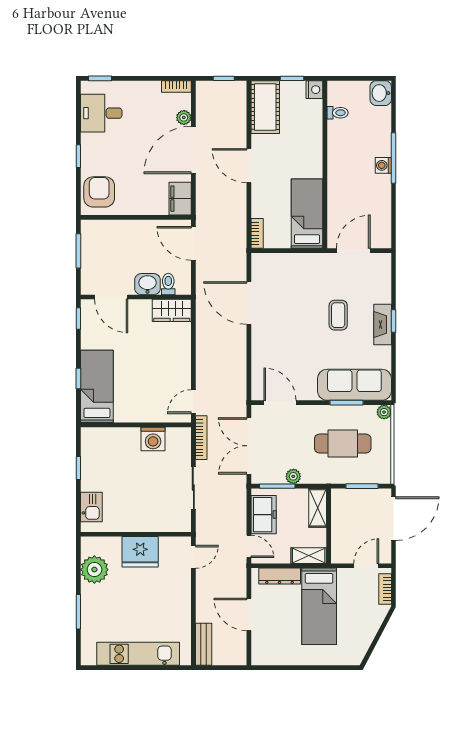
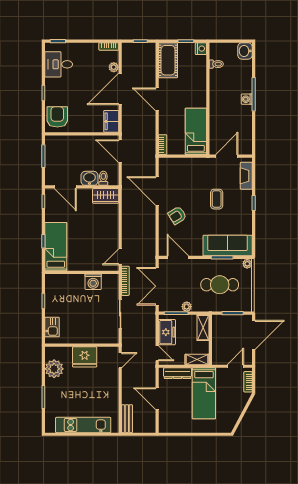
fireplace: (383, 324) -> (246, 176), moved
armchair: (279, 340) -> (177, 215), added

